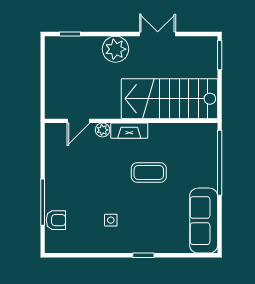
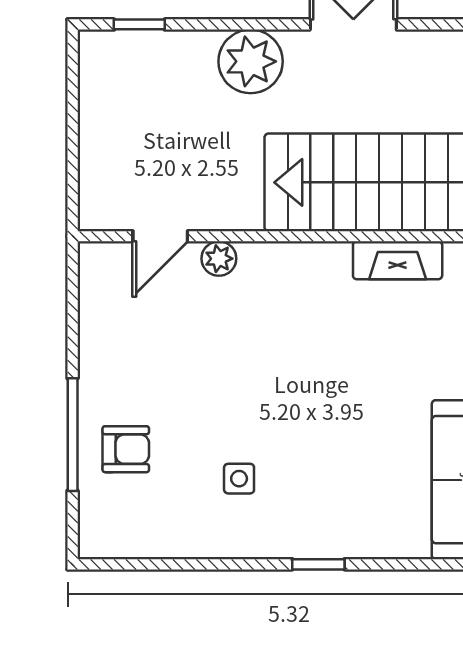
fireplace: (129, 131) -> (398, 260), moved
coffee table: (149, 173) -> (332, 362), removed
armchair: (56, 220) -> (126, 449), moved

